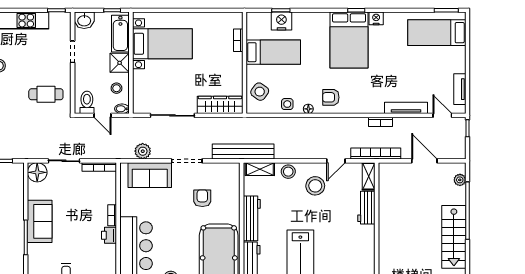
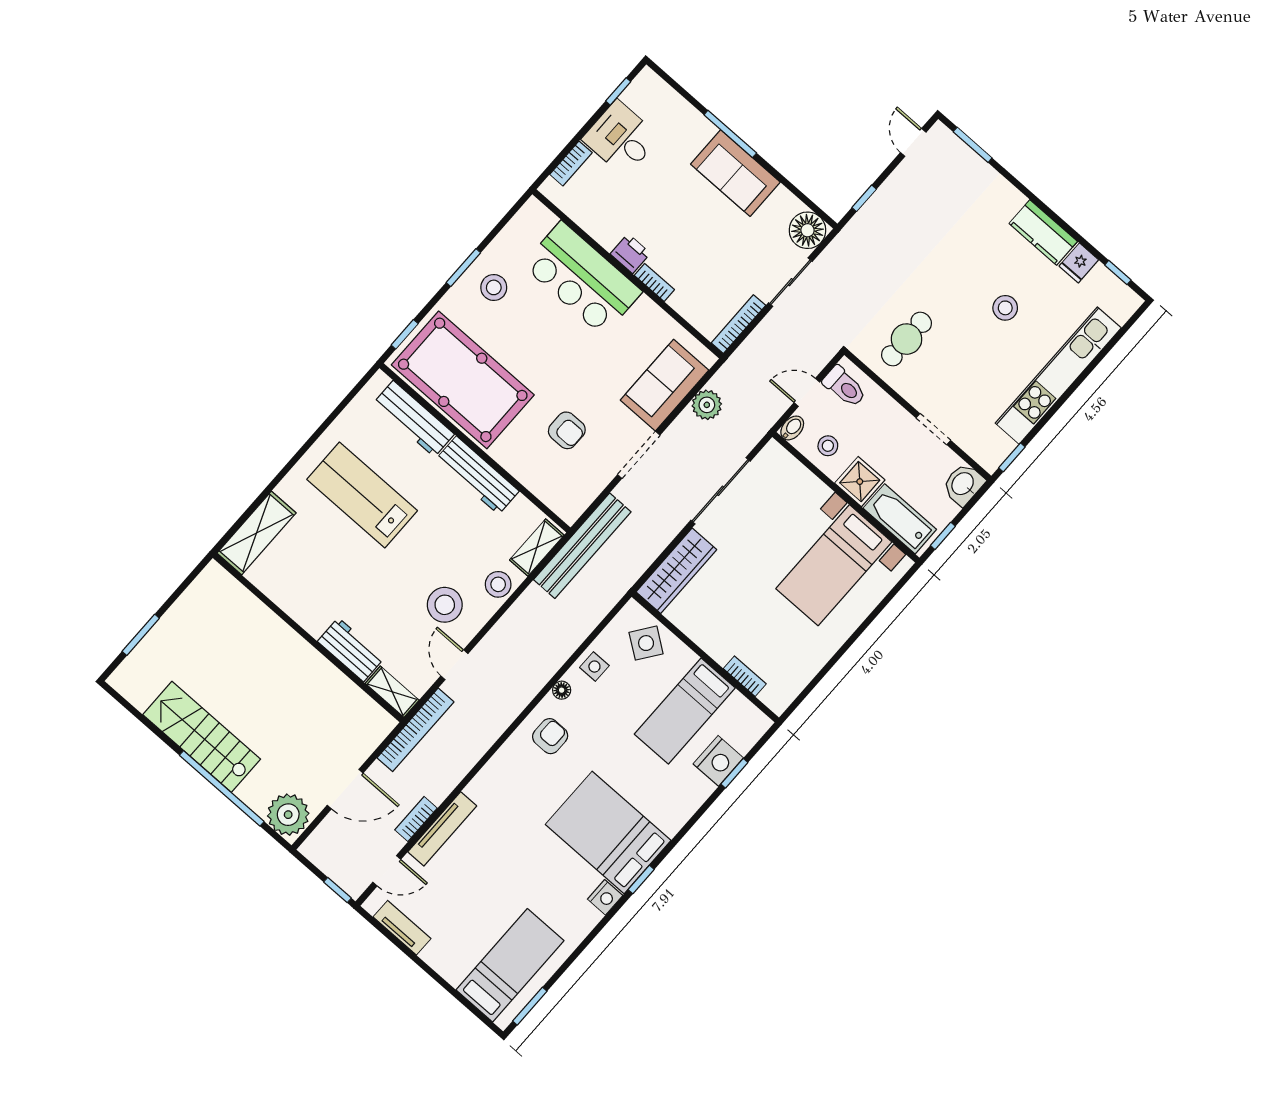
bookcase: (381, 122) -> (416, 819), moved
plant: (460, 180) -> (288, 815), width x1.88, depth x1.88

